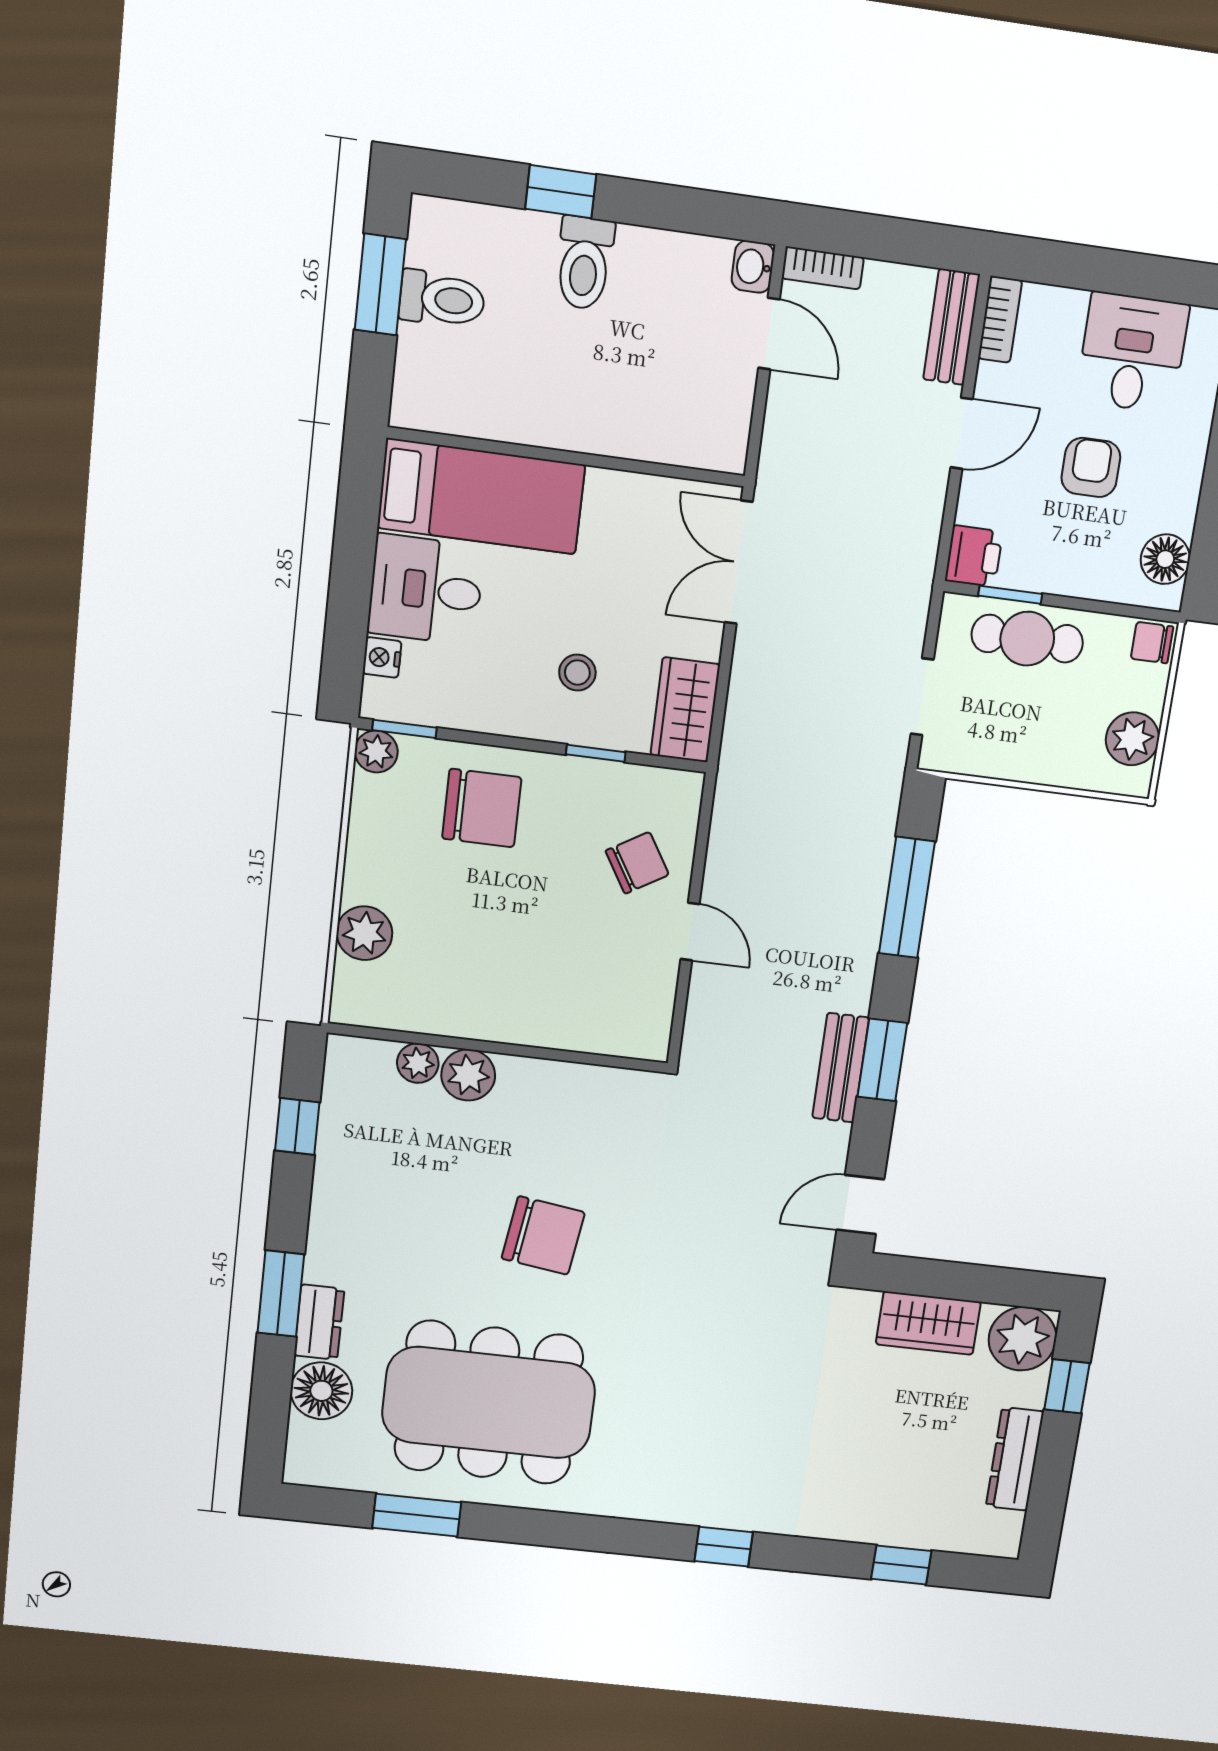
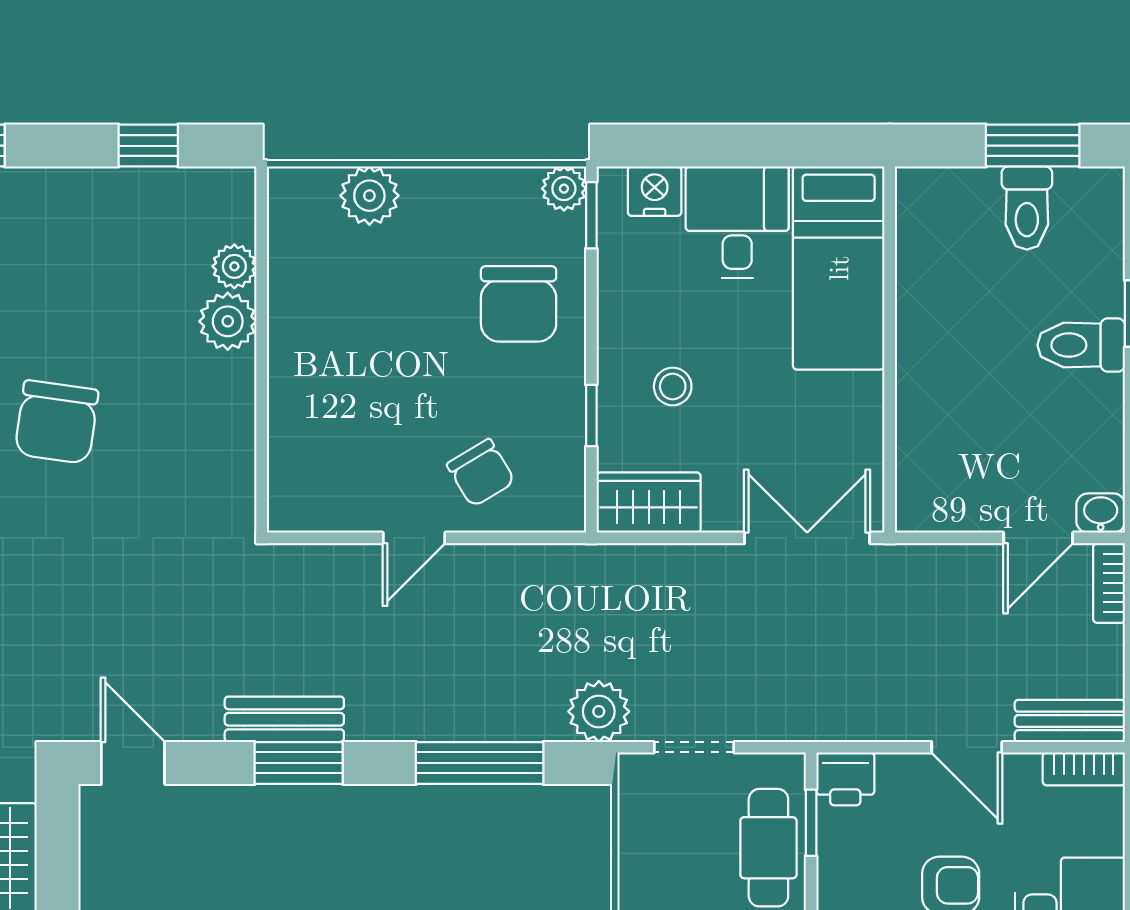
nightstand: (382, 657) -> (655, 191), width x1.39, depth x1.35
plant: (875, 782) -> (599, 711), added

